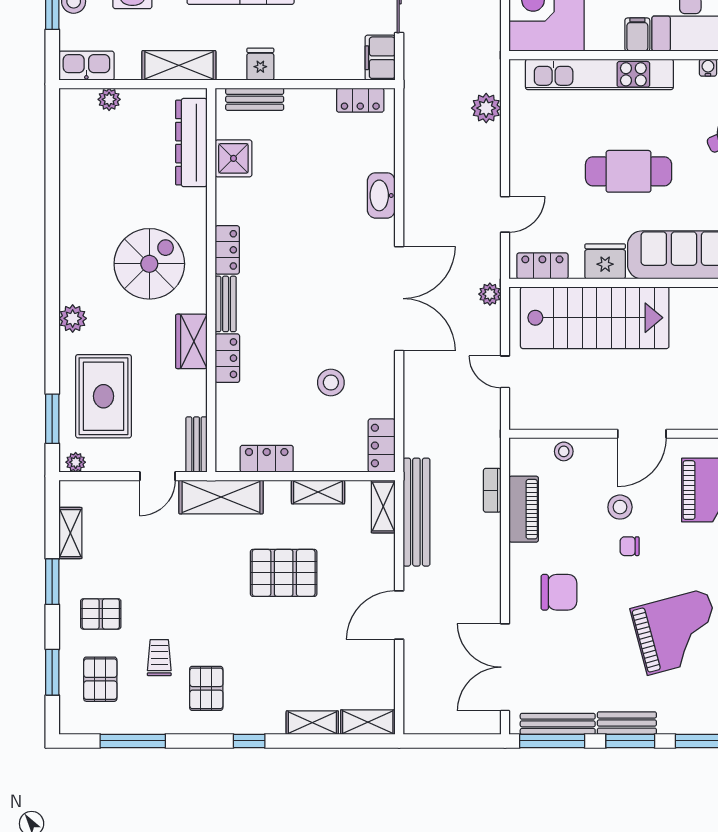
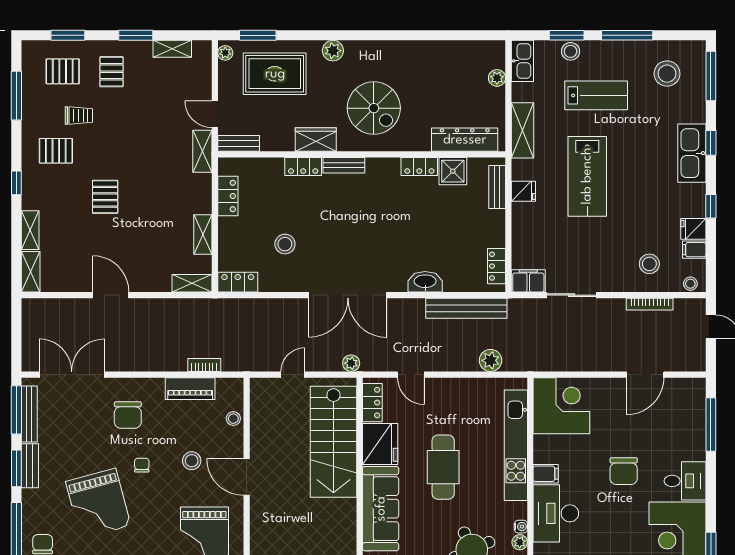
locker: (227, 250) -> (419, 166), moved
fridge: (605, 261) -> (380, 444), width x1.36, depth x1.34
shelving: (221, 497) -> (202, 151), width x0.67, depth x0.75
bench: (416, 512) -> (466, 308), moved
chair: (630, 546) -> (142, 465), moved
pallet: (284, 573) -> (105, 197), moved, width x0.67, depth x0.71

